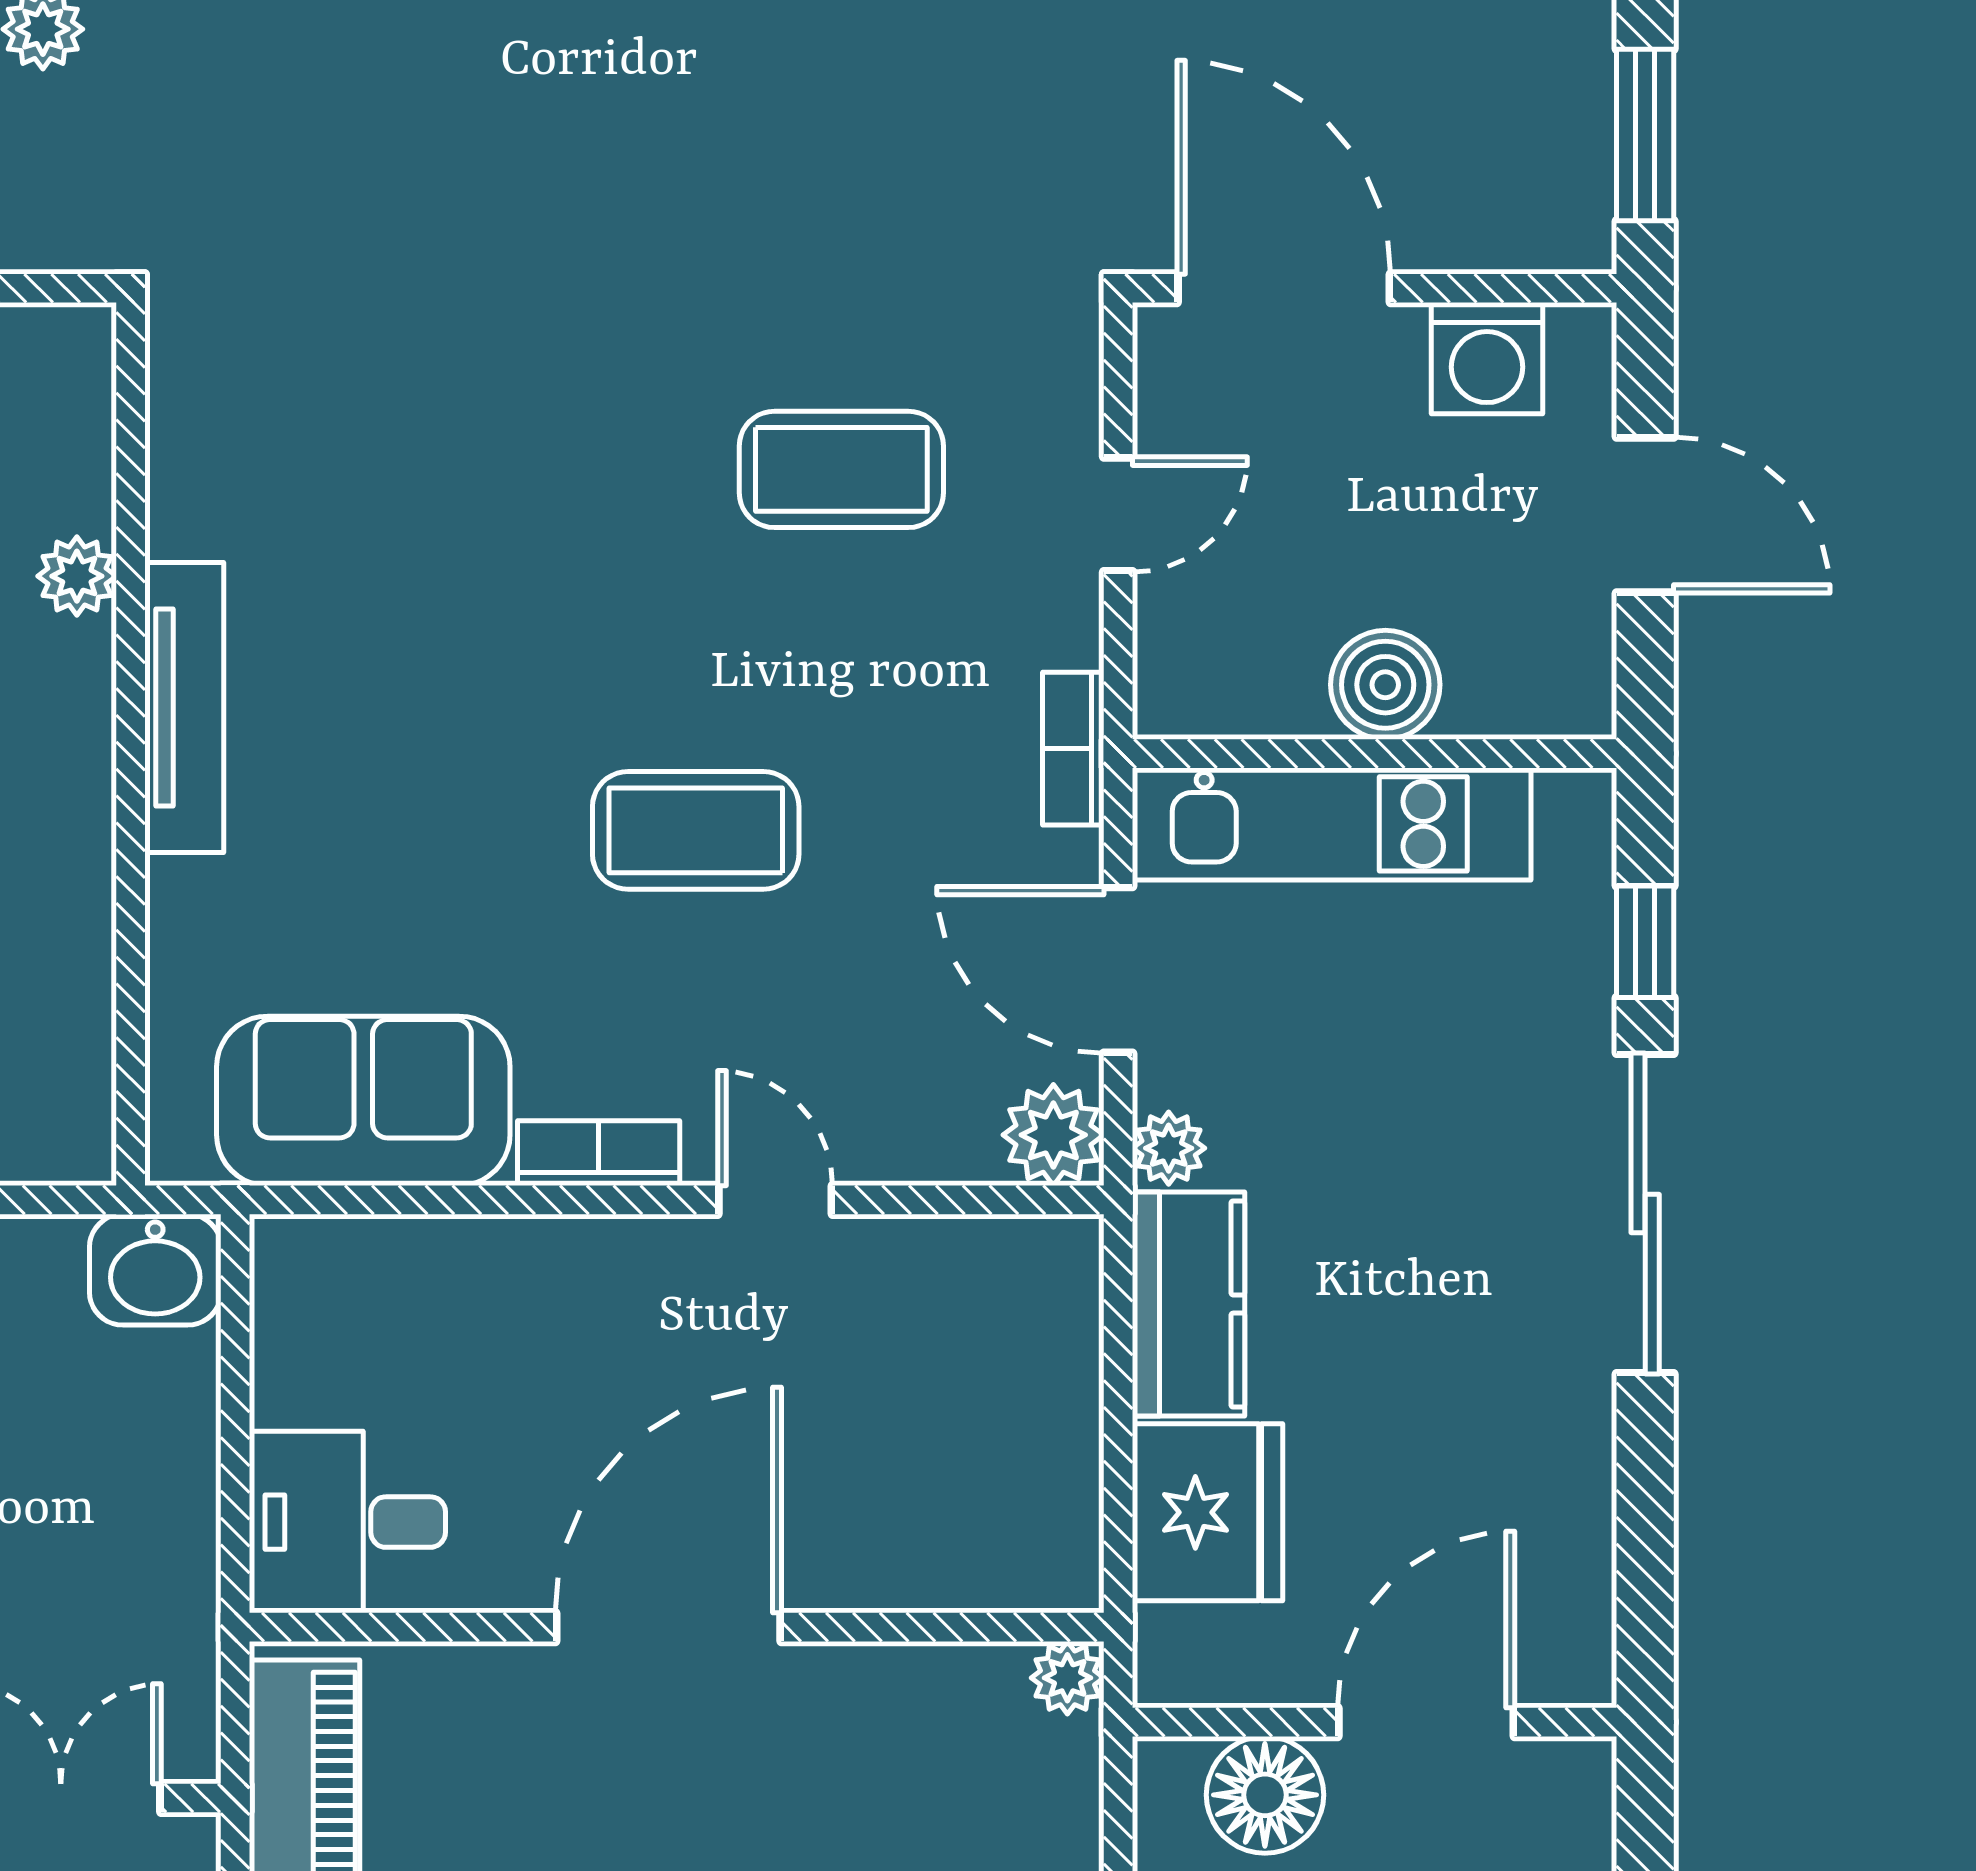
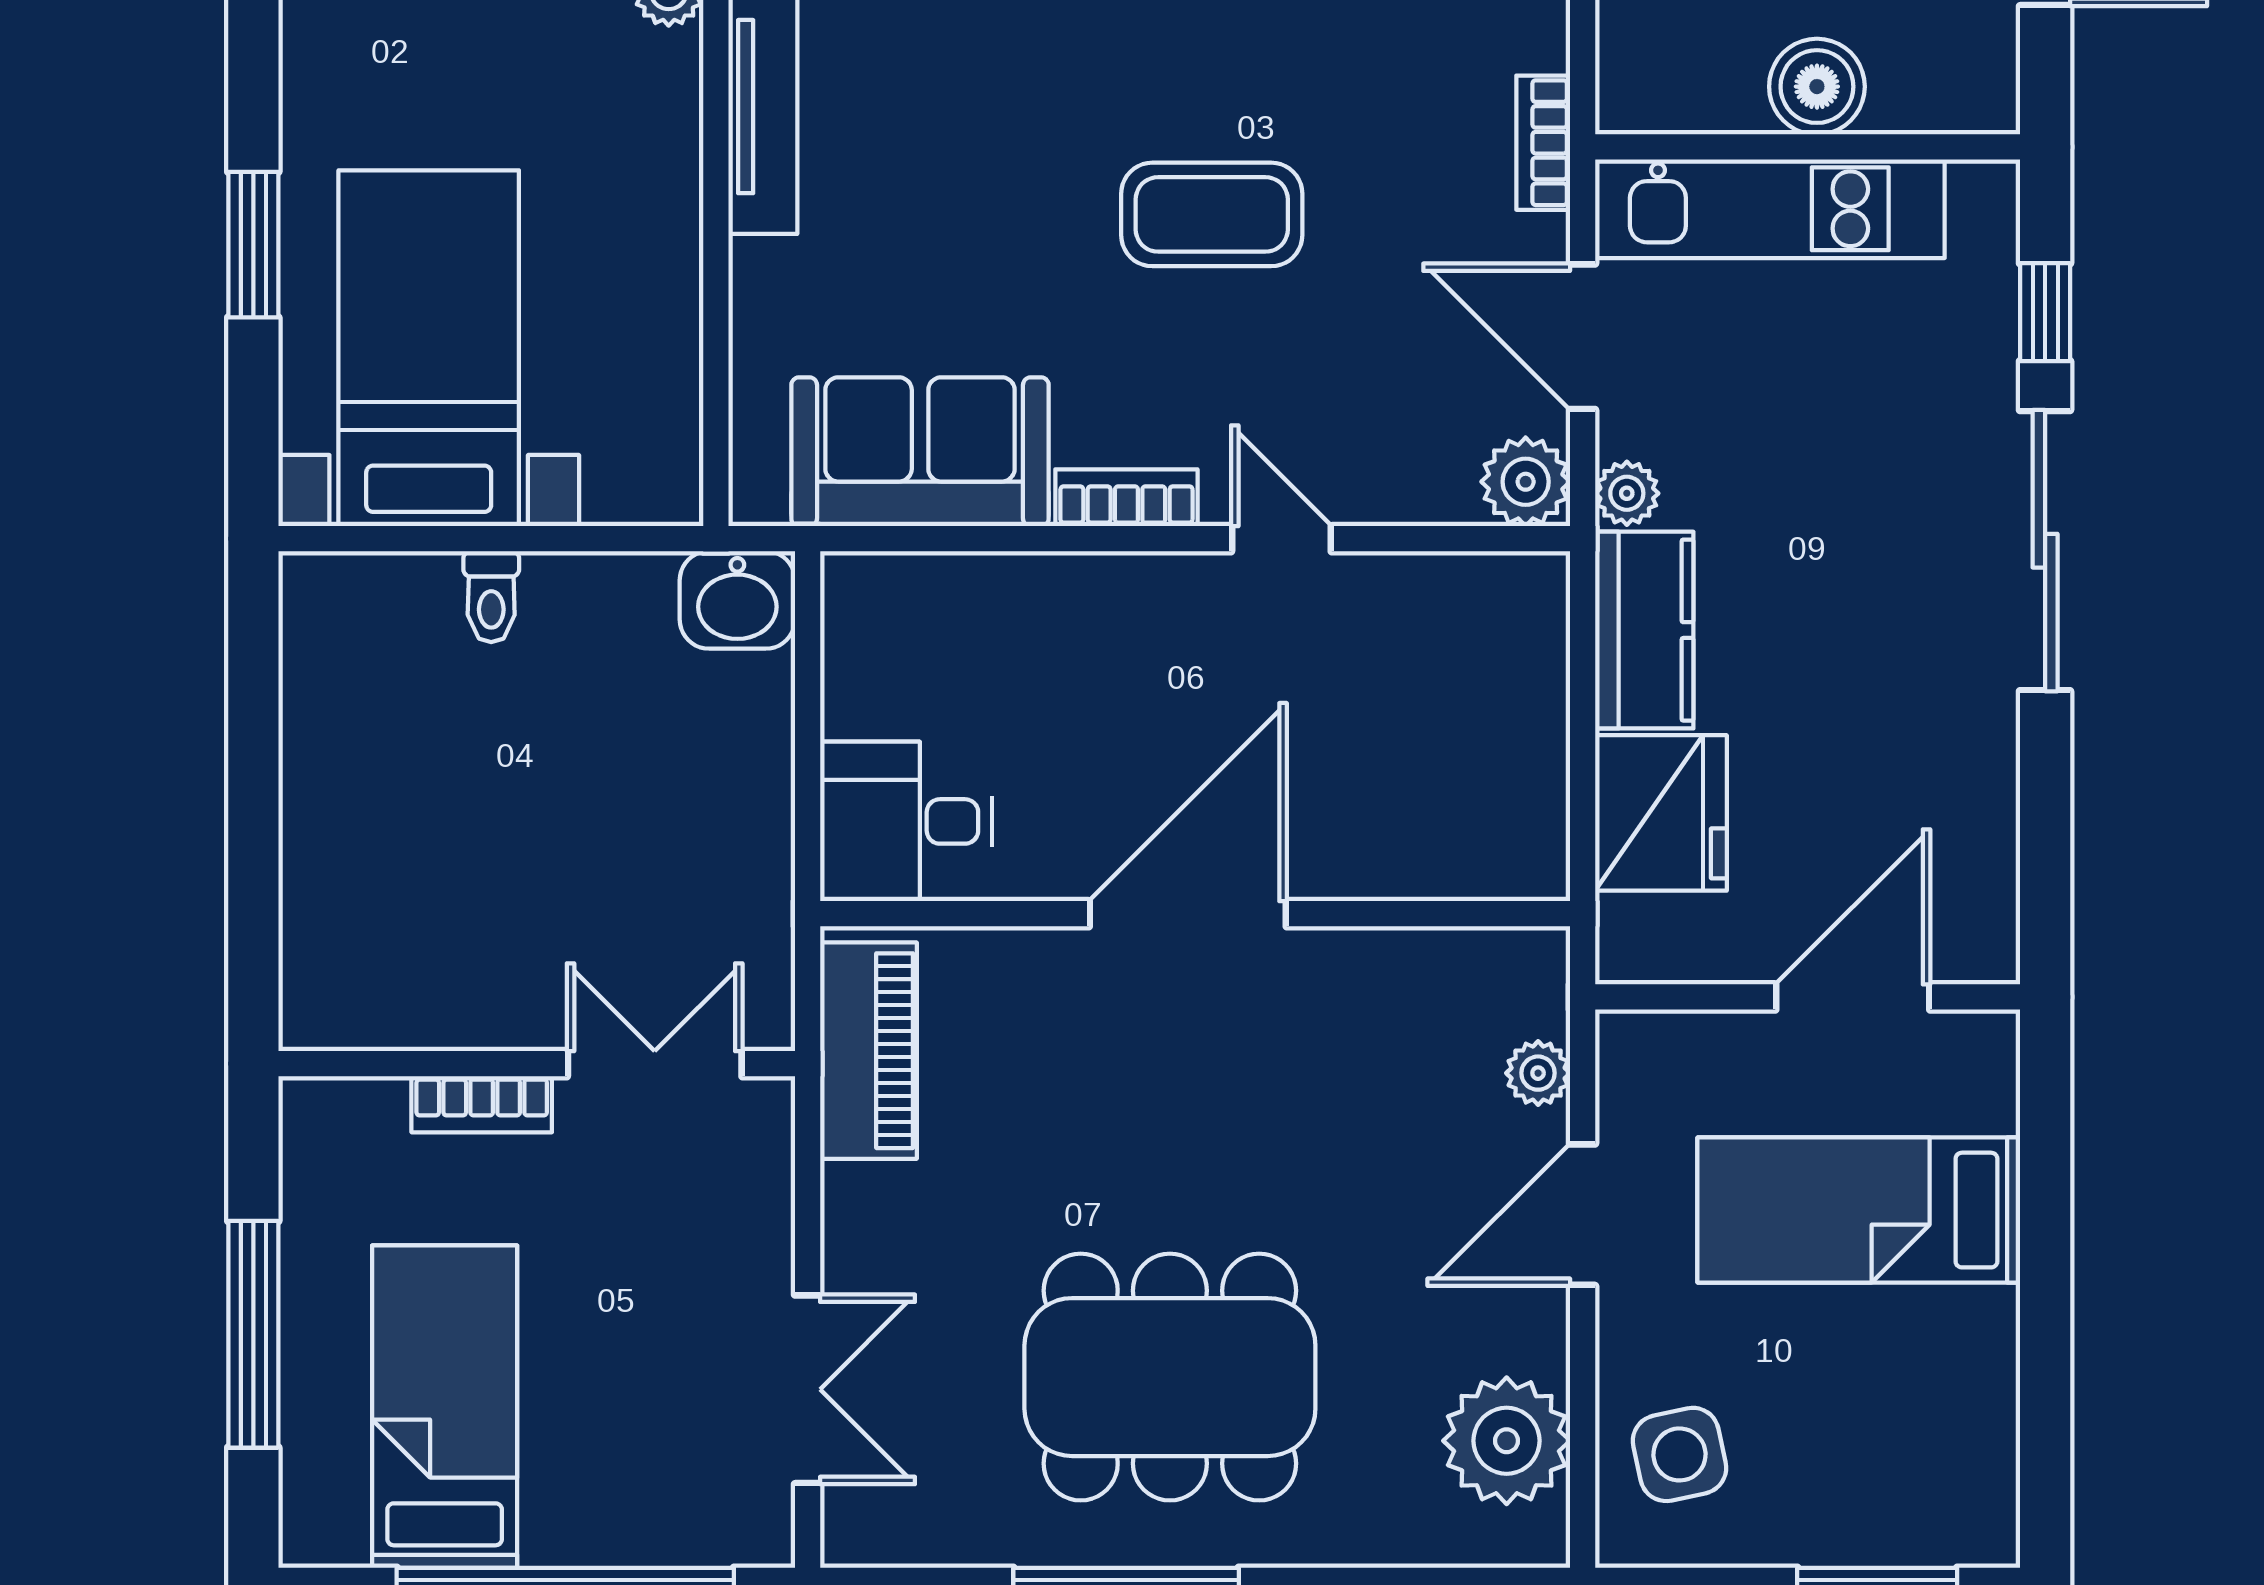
plant: (1067, 1678) -> (1538, 1073), moved
floor lamp: (1265, 1795) -> (1711, 1061), removed

